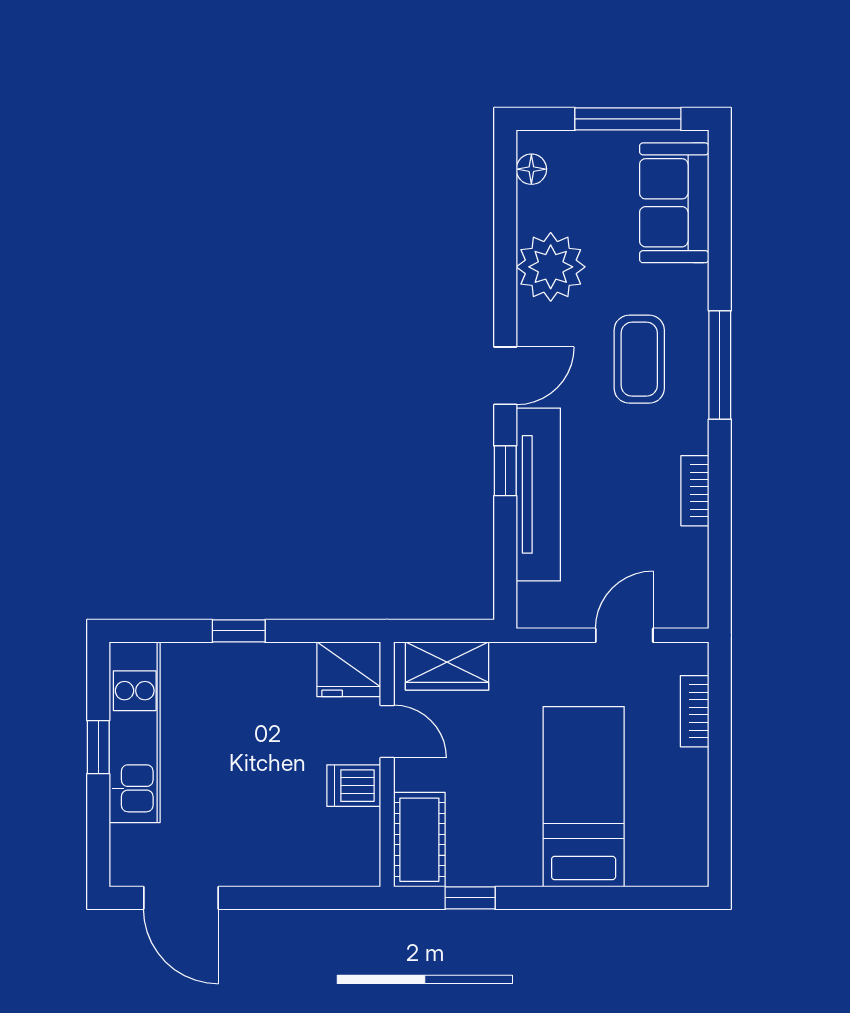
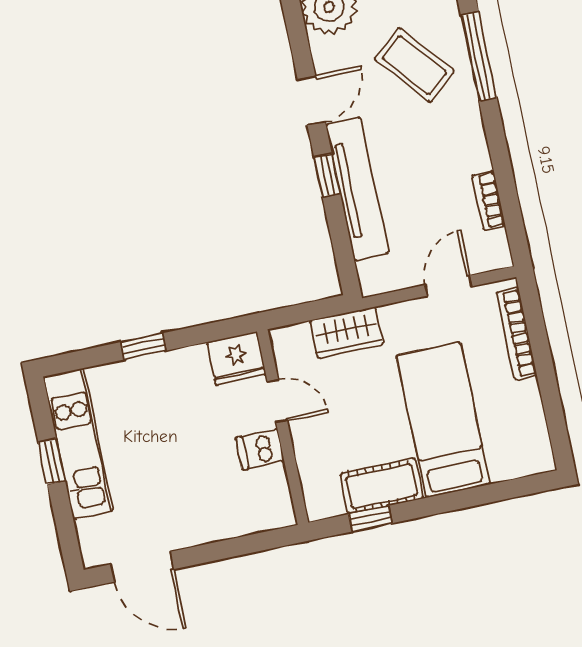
coffee table: (639, 359) -> (414, 65), turned -40
bookcase: (695, 491) -> (489, 201), moved
wardrobe: (447, 666) -> (347, 332), moved
bookcase: (695, 711) -> (517, 334), width x1.56
cot: (419, 840) -> (382, 486), moved, turned 90

